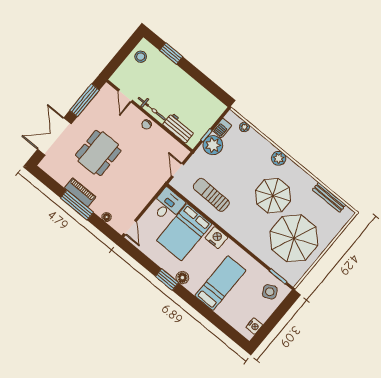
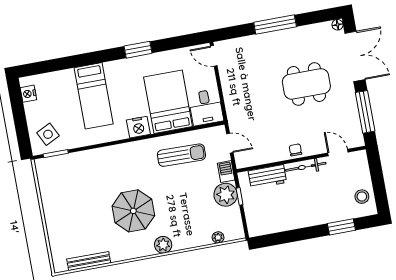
barbecue: (222, 128) -> (226, 172), moved
dining table: (98, 153) -> (306, 84), turned 90
piano: (80, 192) -> (284, 37), removed
floor lamp: (107, 217) -> (337, 25), moved
parasol: (294, 238) -> (78, 197), removed
floor lamp: (182, 278) -> (128, 65), removed

